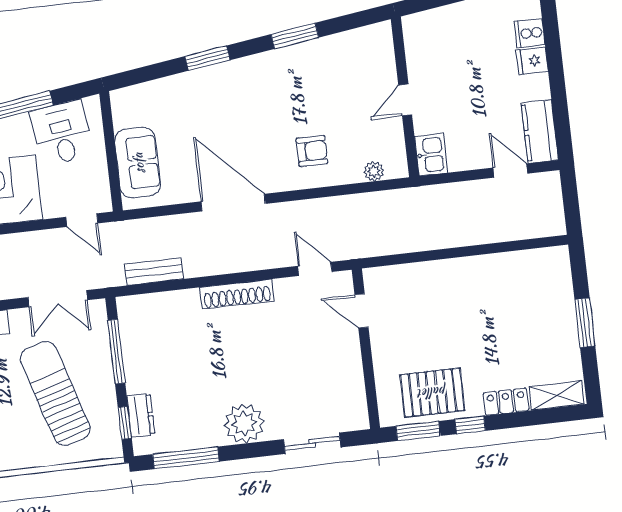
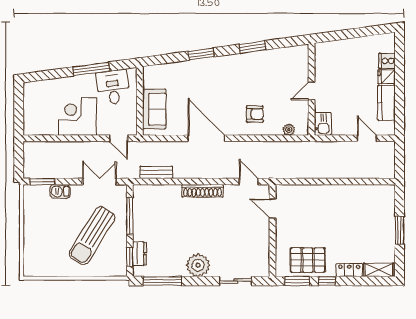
kitchen counter: (540, 131) -> (386, 103), moved
double door: (58, 299) -> (100, 182), swing flipped
sun lounger: (55, 393) -> (92, 236), turned -131

